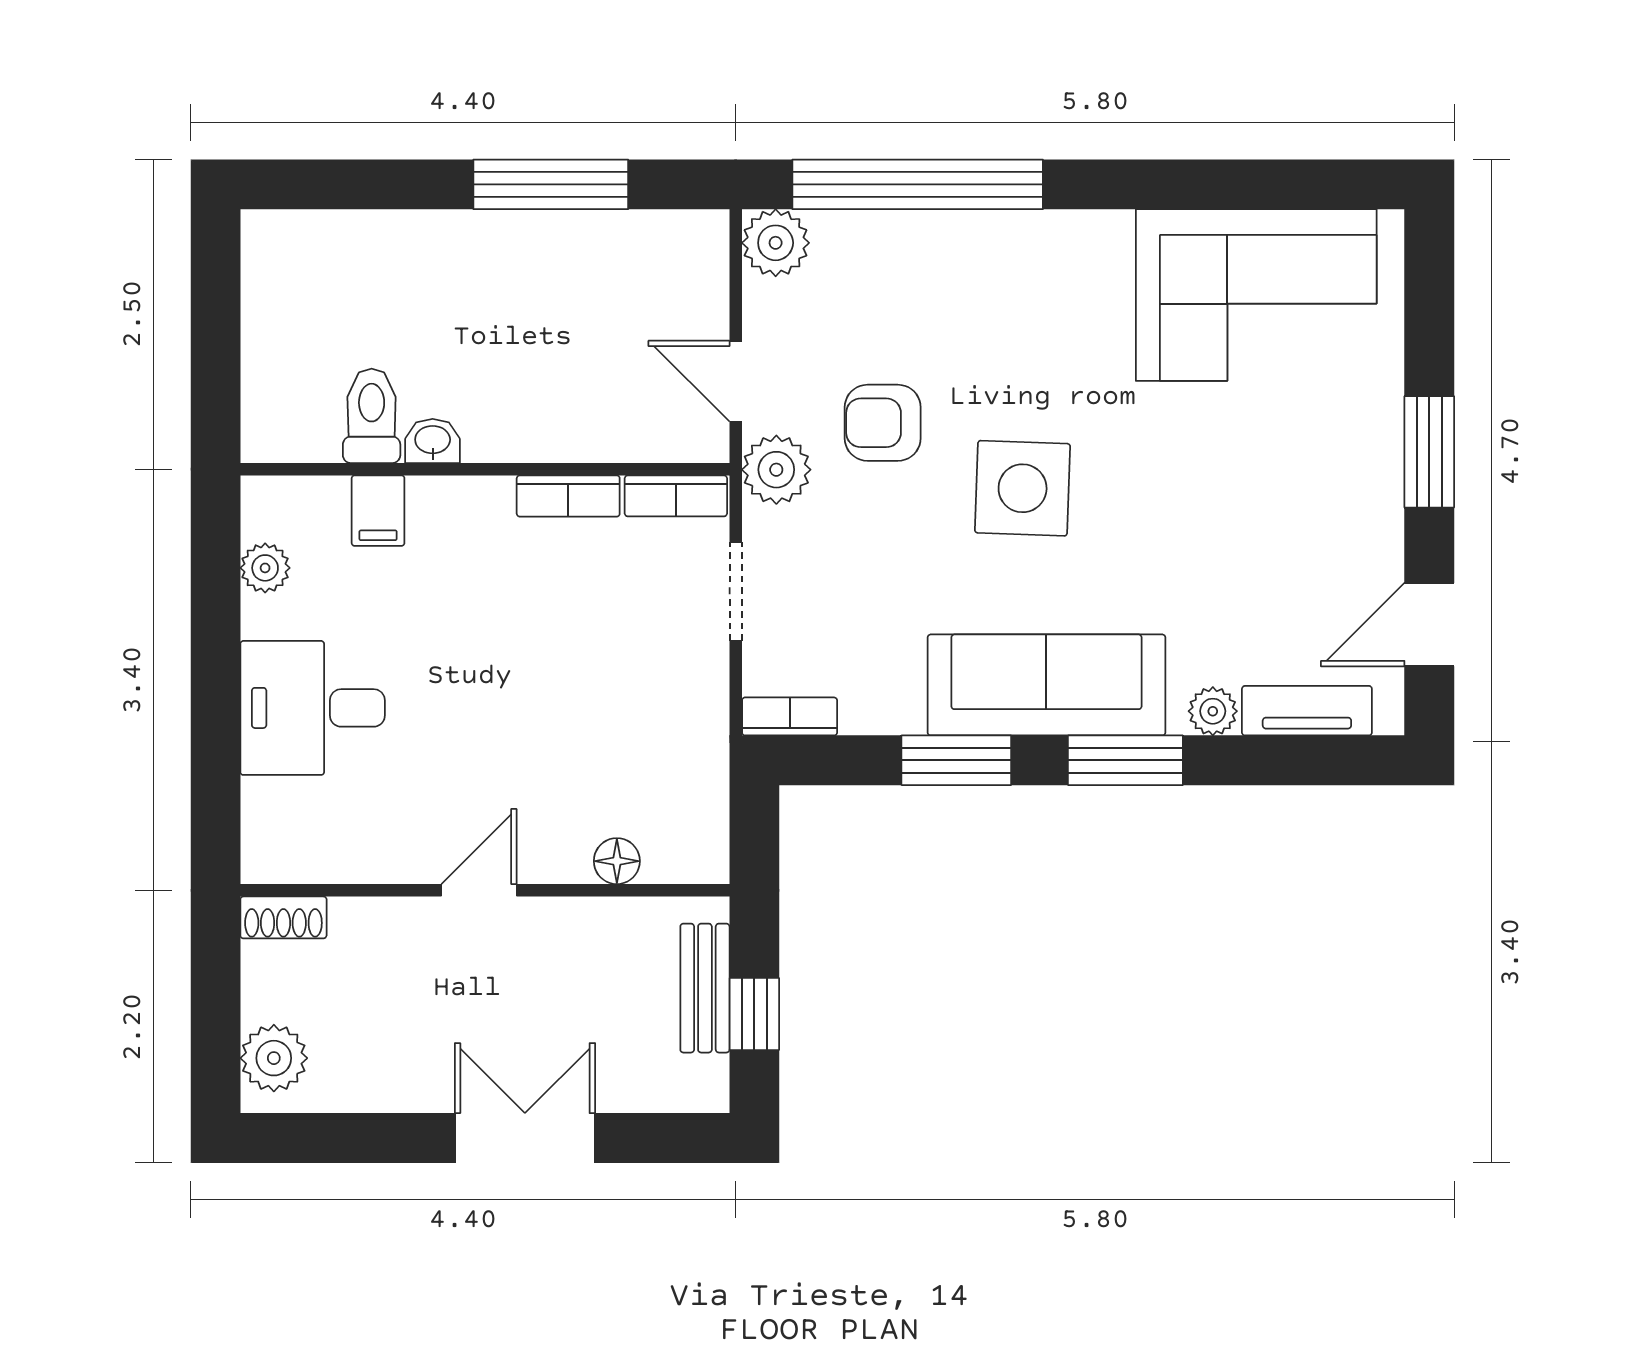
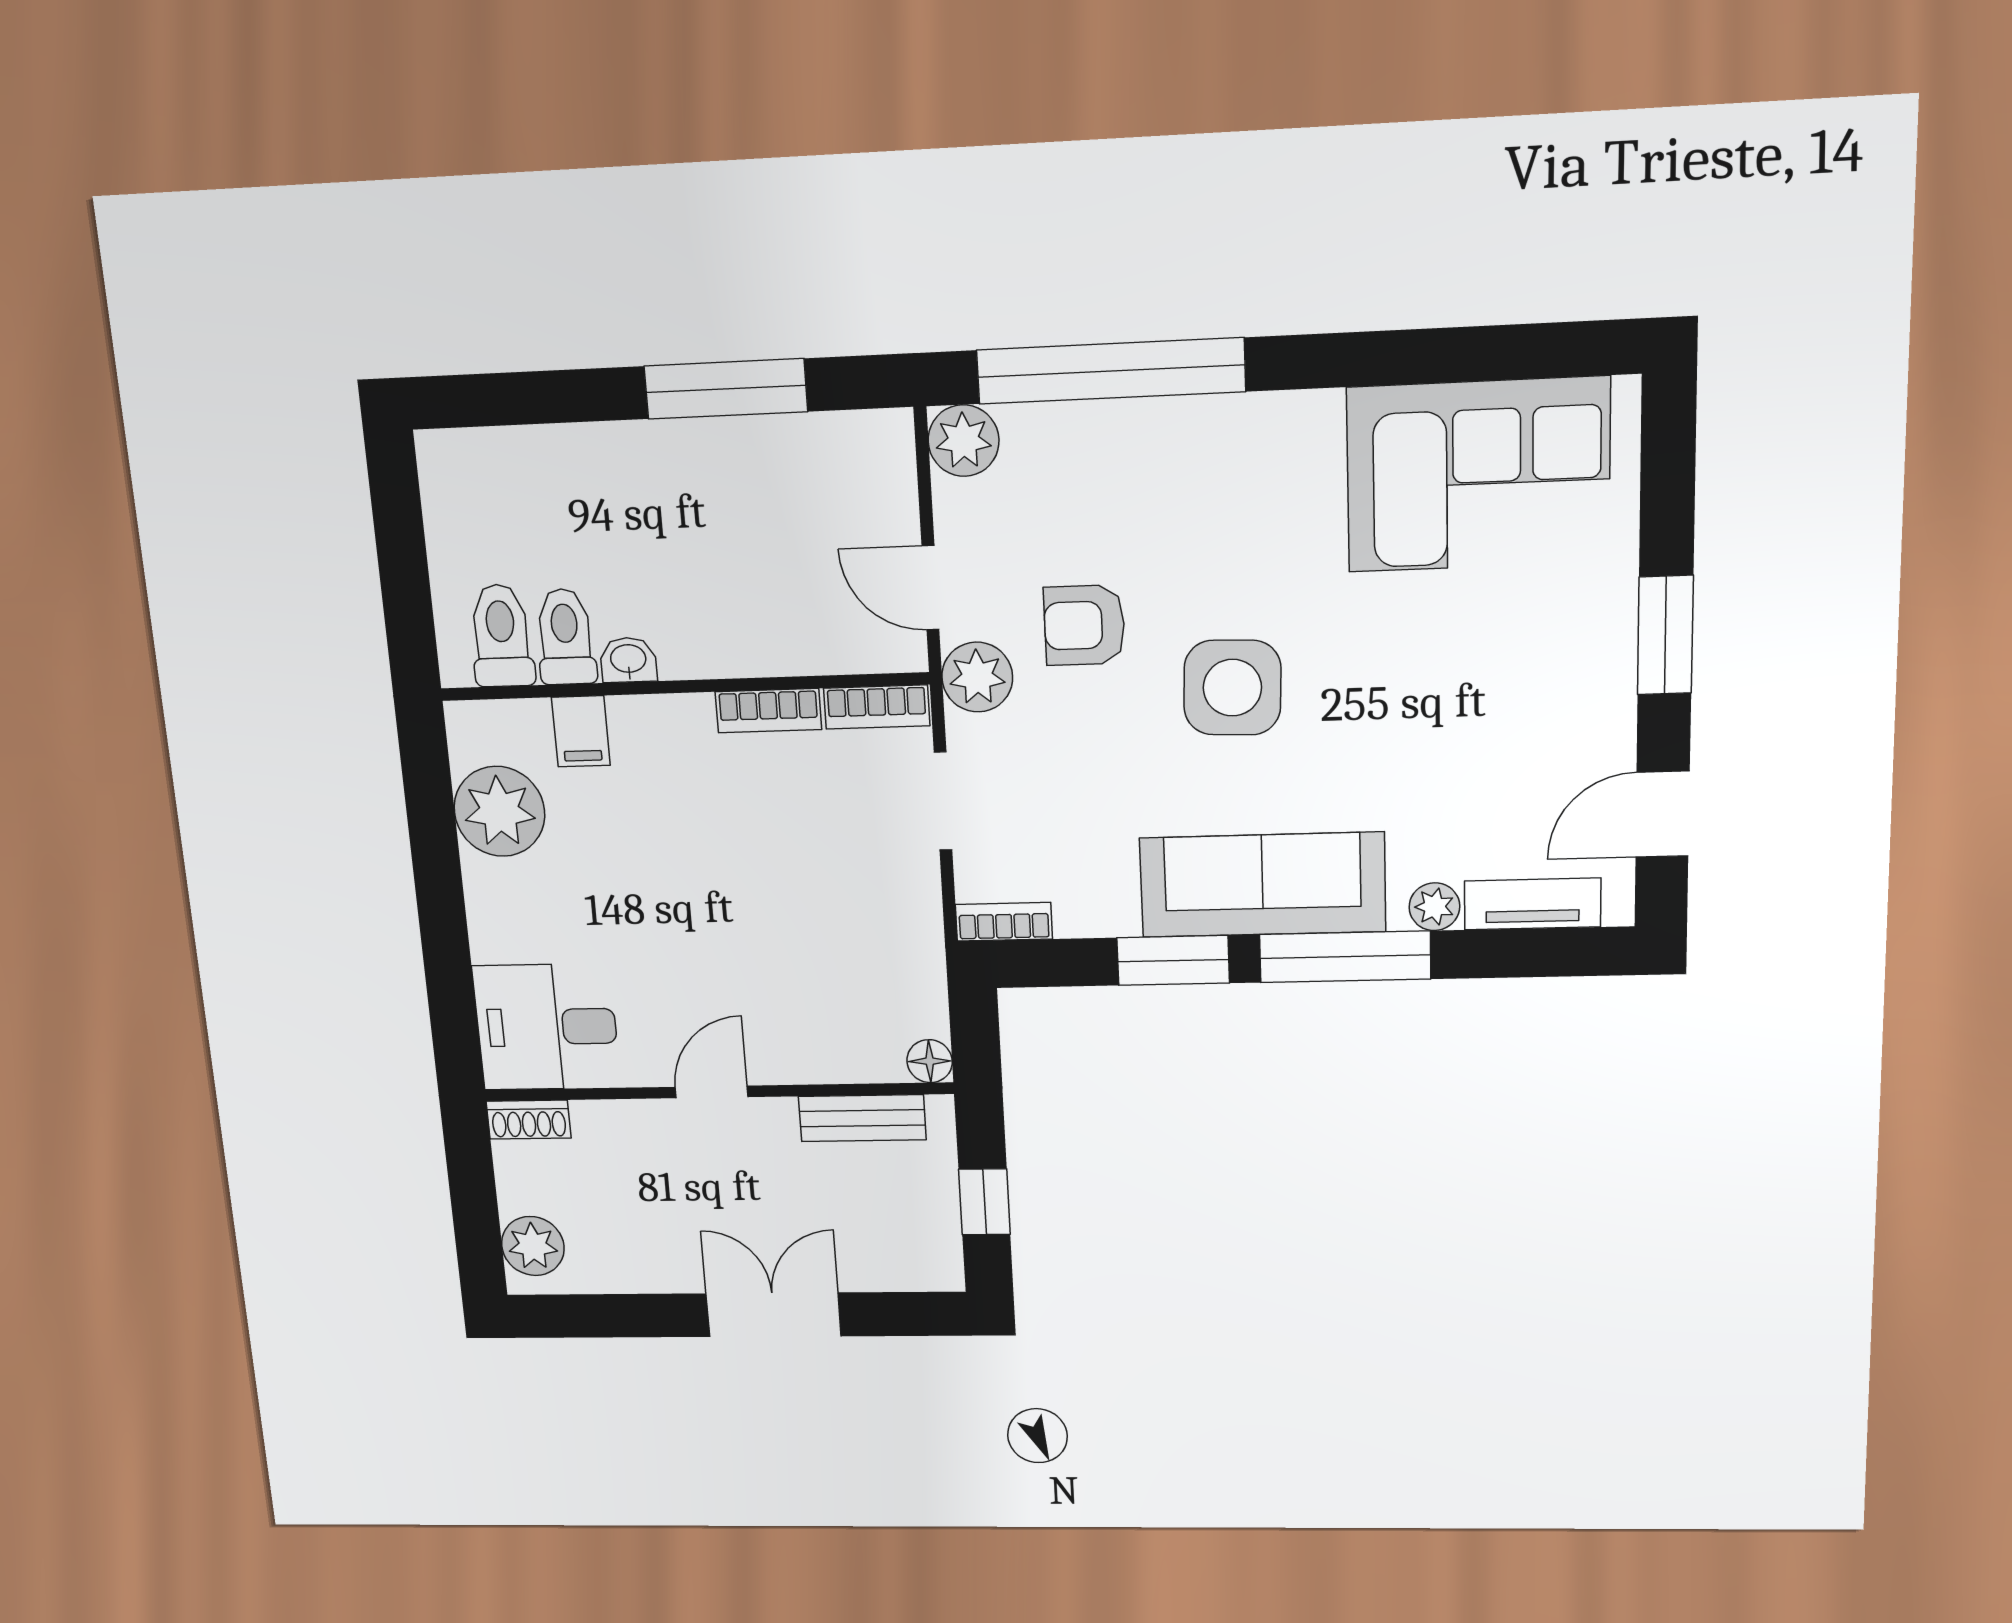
toilet: (307, 413) -> (501, 636), added
plant: (265, 568) -> (499, 811), width x1.87, depth x1.87
desk: (313, 708) -> (547, 1027), moved
window: (1125, 760) -> (1345, 957), width x1.44
floor lamp: (617, 861) -> (930, 1061), moved
bench: (705, 988) -> (862, 1118), moved, turned 90

